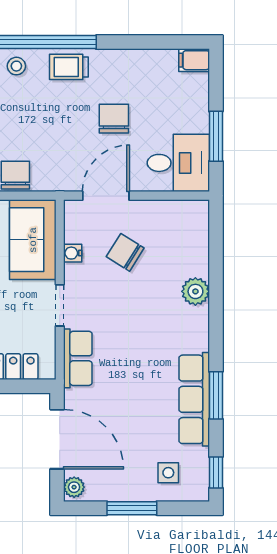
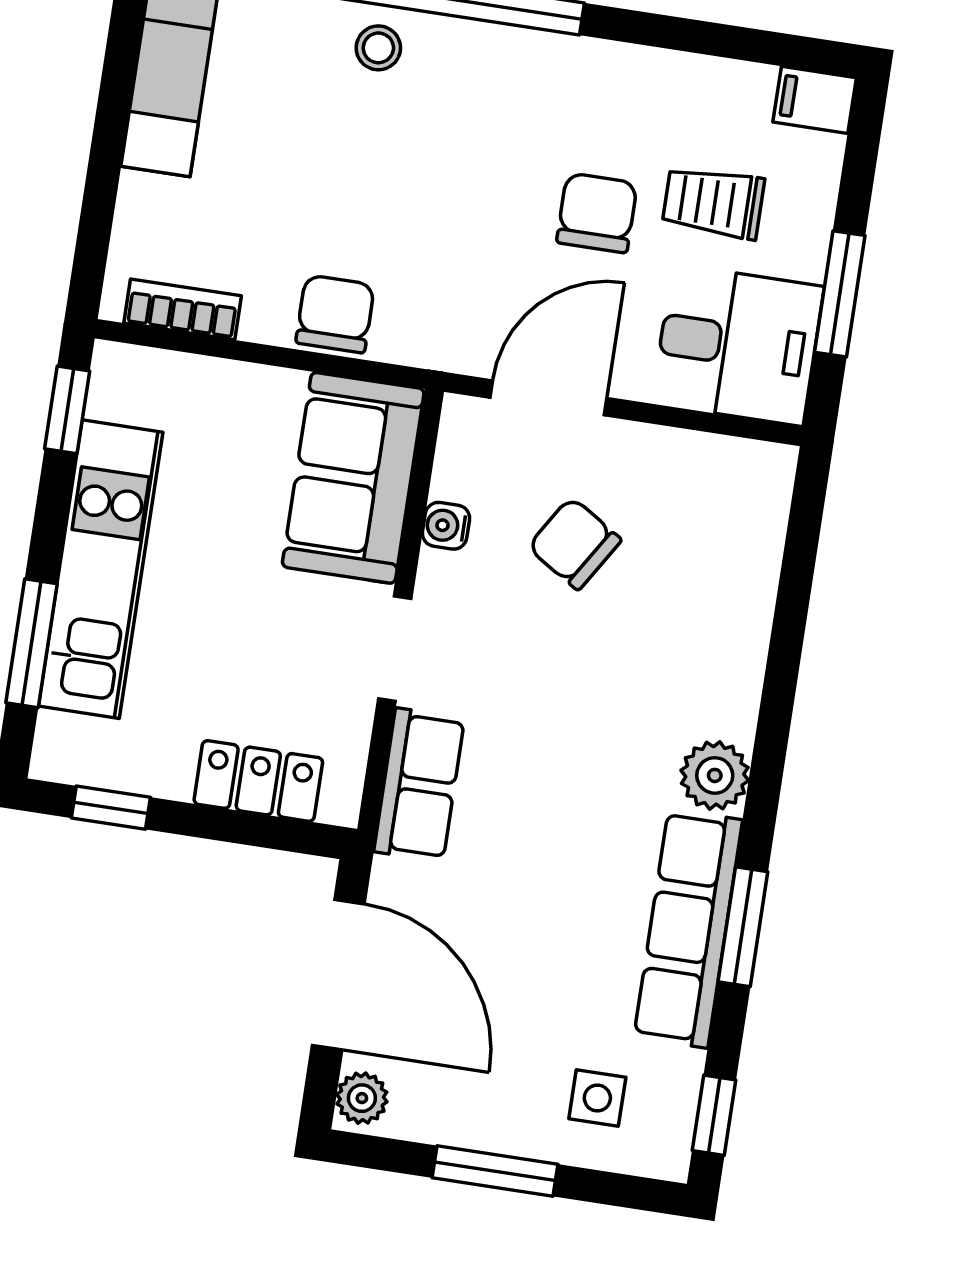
trolley: (69, 67) -> (713, 202), moved
plant: (195, 291) -> (715, 775), moved

